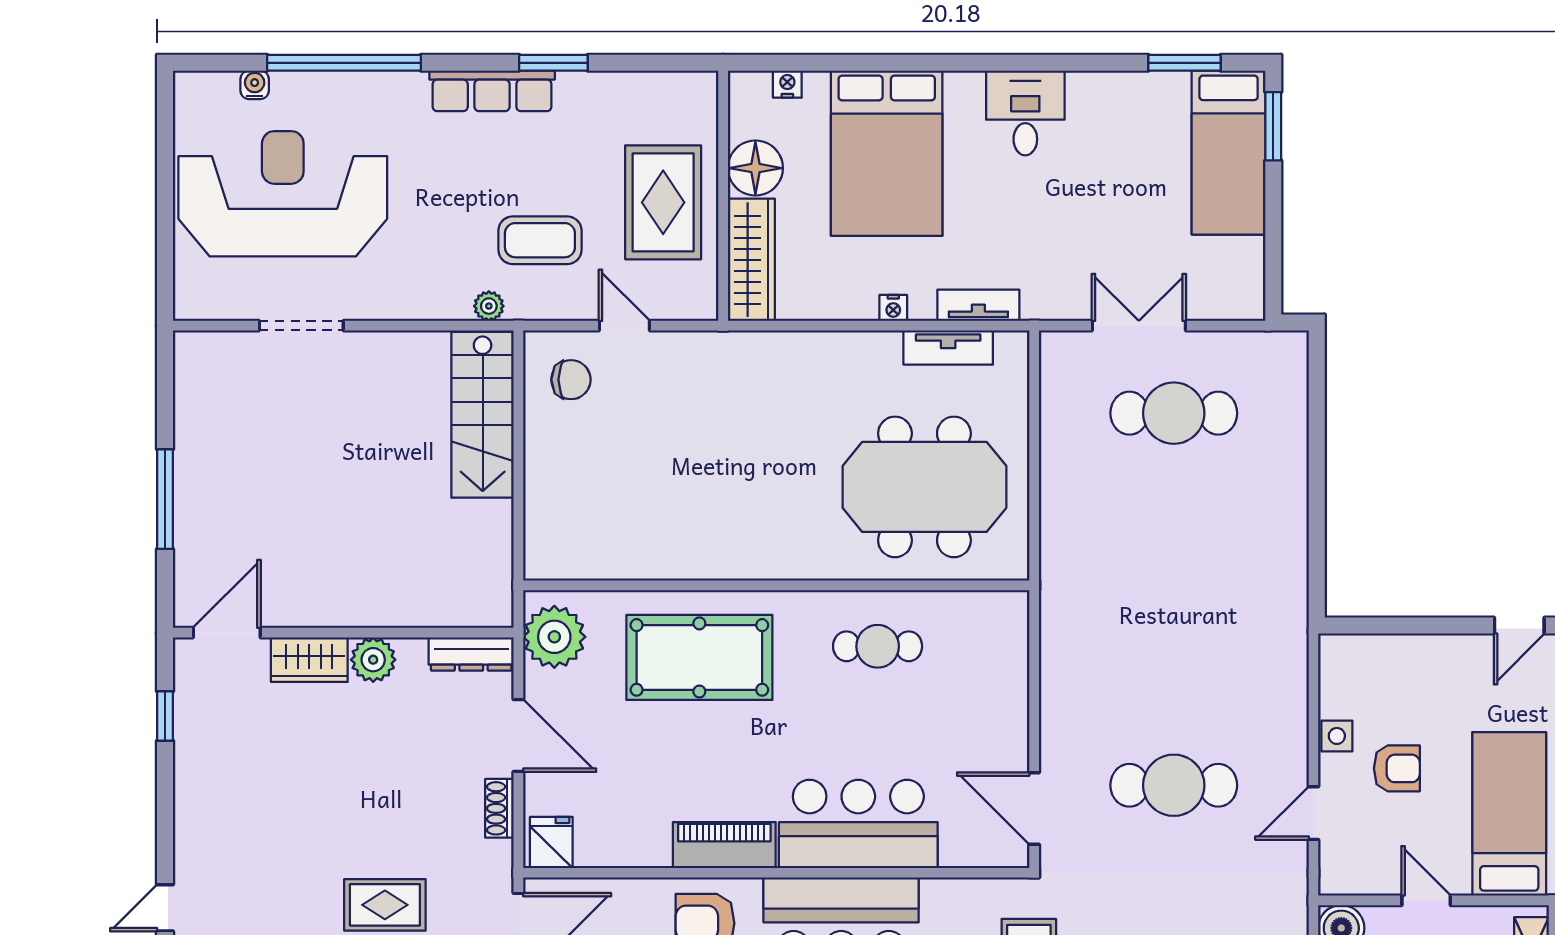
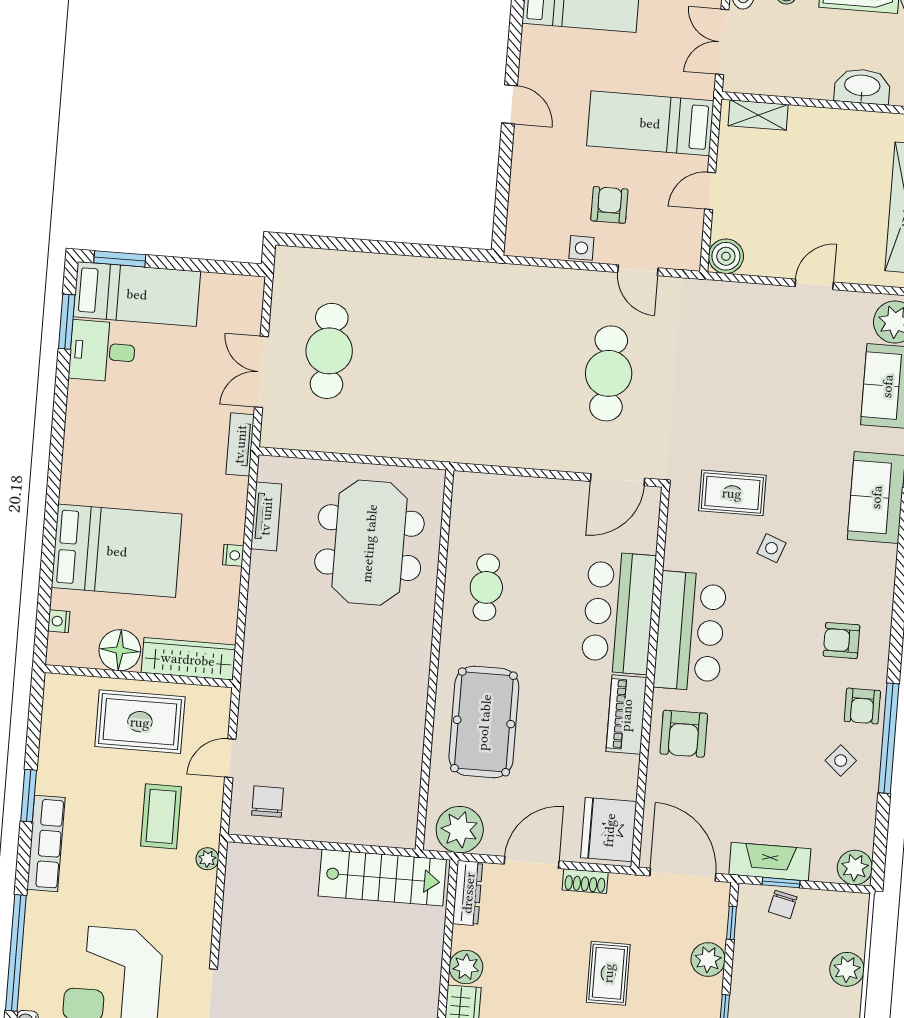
desk: (1025, 113) -> (102, 351), moved
tv unit: (978, 305) -> (240, 444), moved
stairs: (483, 415) -> (382, 878), moved
fridge: (551, 842) -> (609, 830), width x1.88, depth x1.34
rug: (385, 905) -> (608, 973), moved

